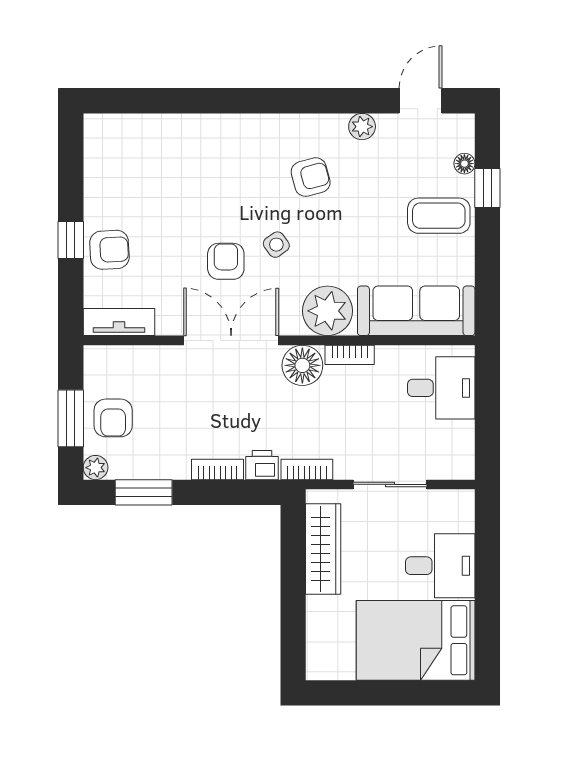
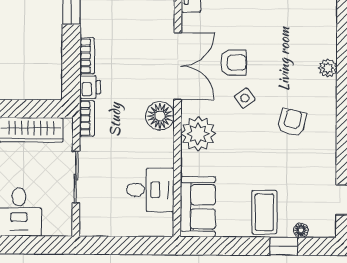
plant: (362, 127) -> (328, 68), moved
armchair: (311, 177) -> (292, 122), turned -151
sofa: (416, 311) -> (198, 207), width x0.73
bookcase: (350, 355) -> (167, 149), removed
desk: (441, 388) -> (150, 190), moved, turned -90

